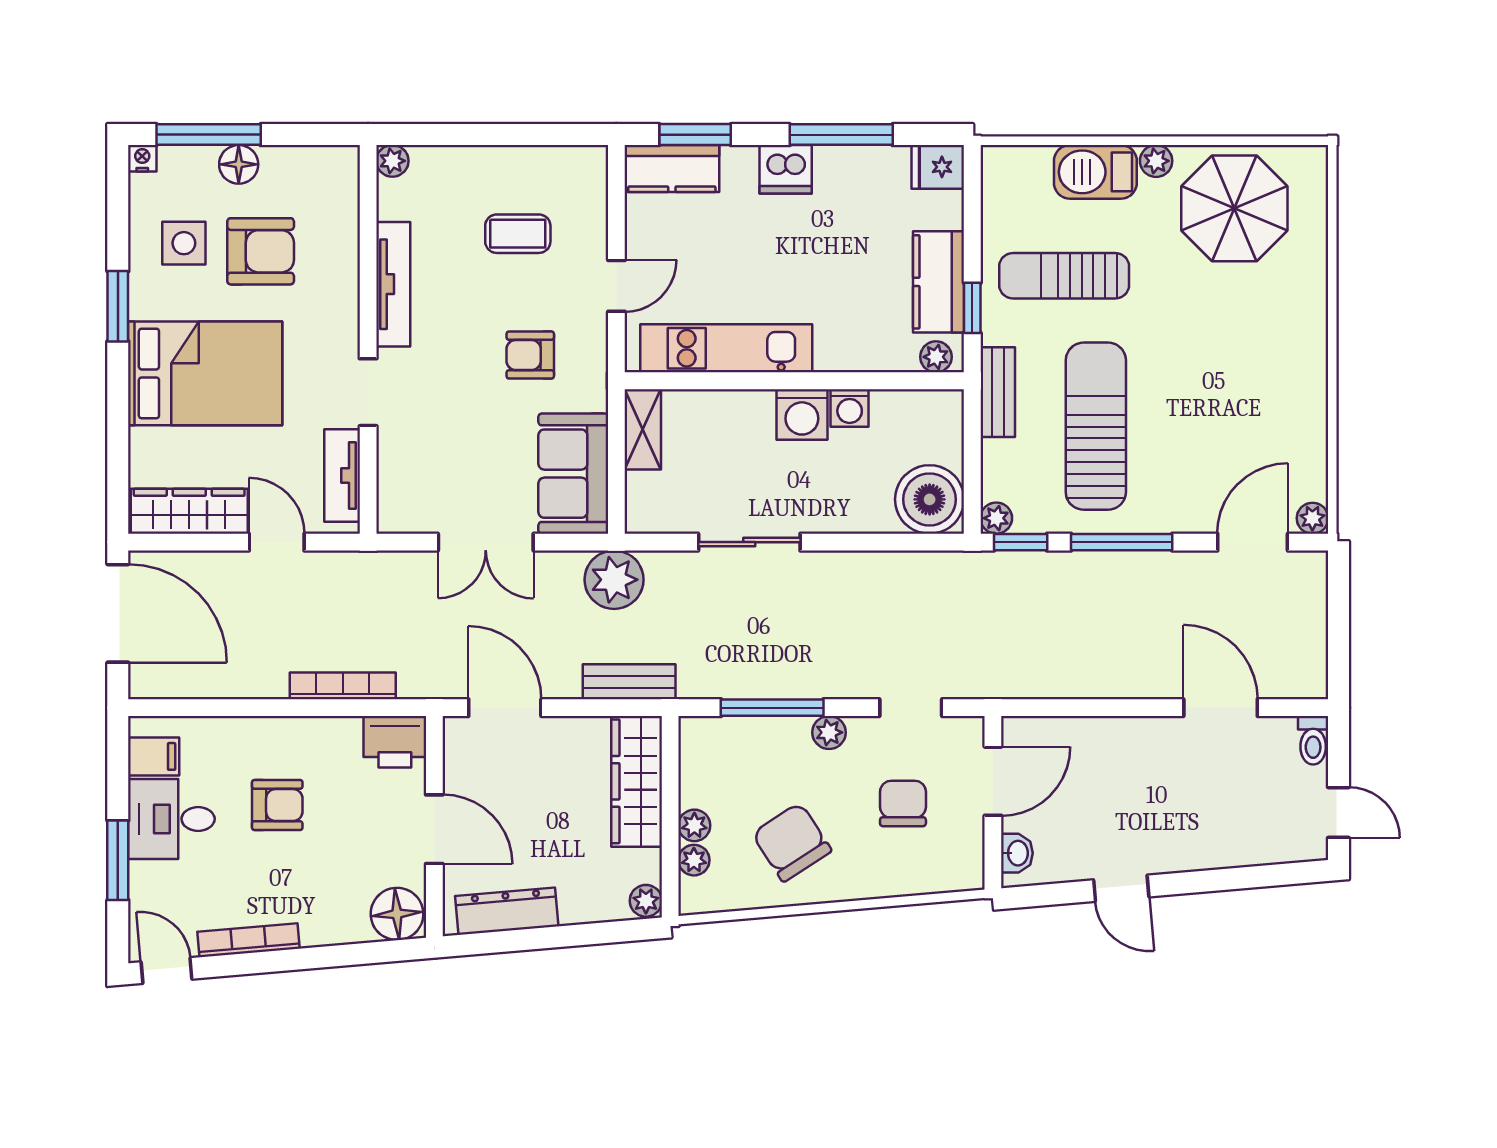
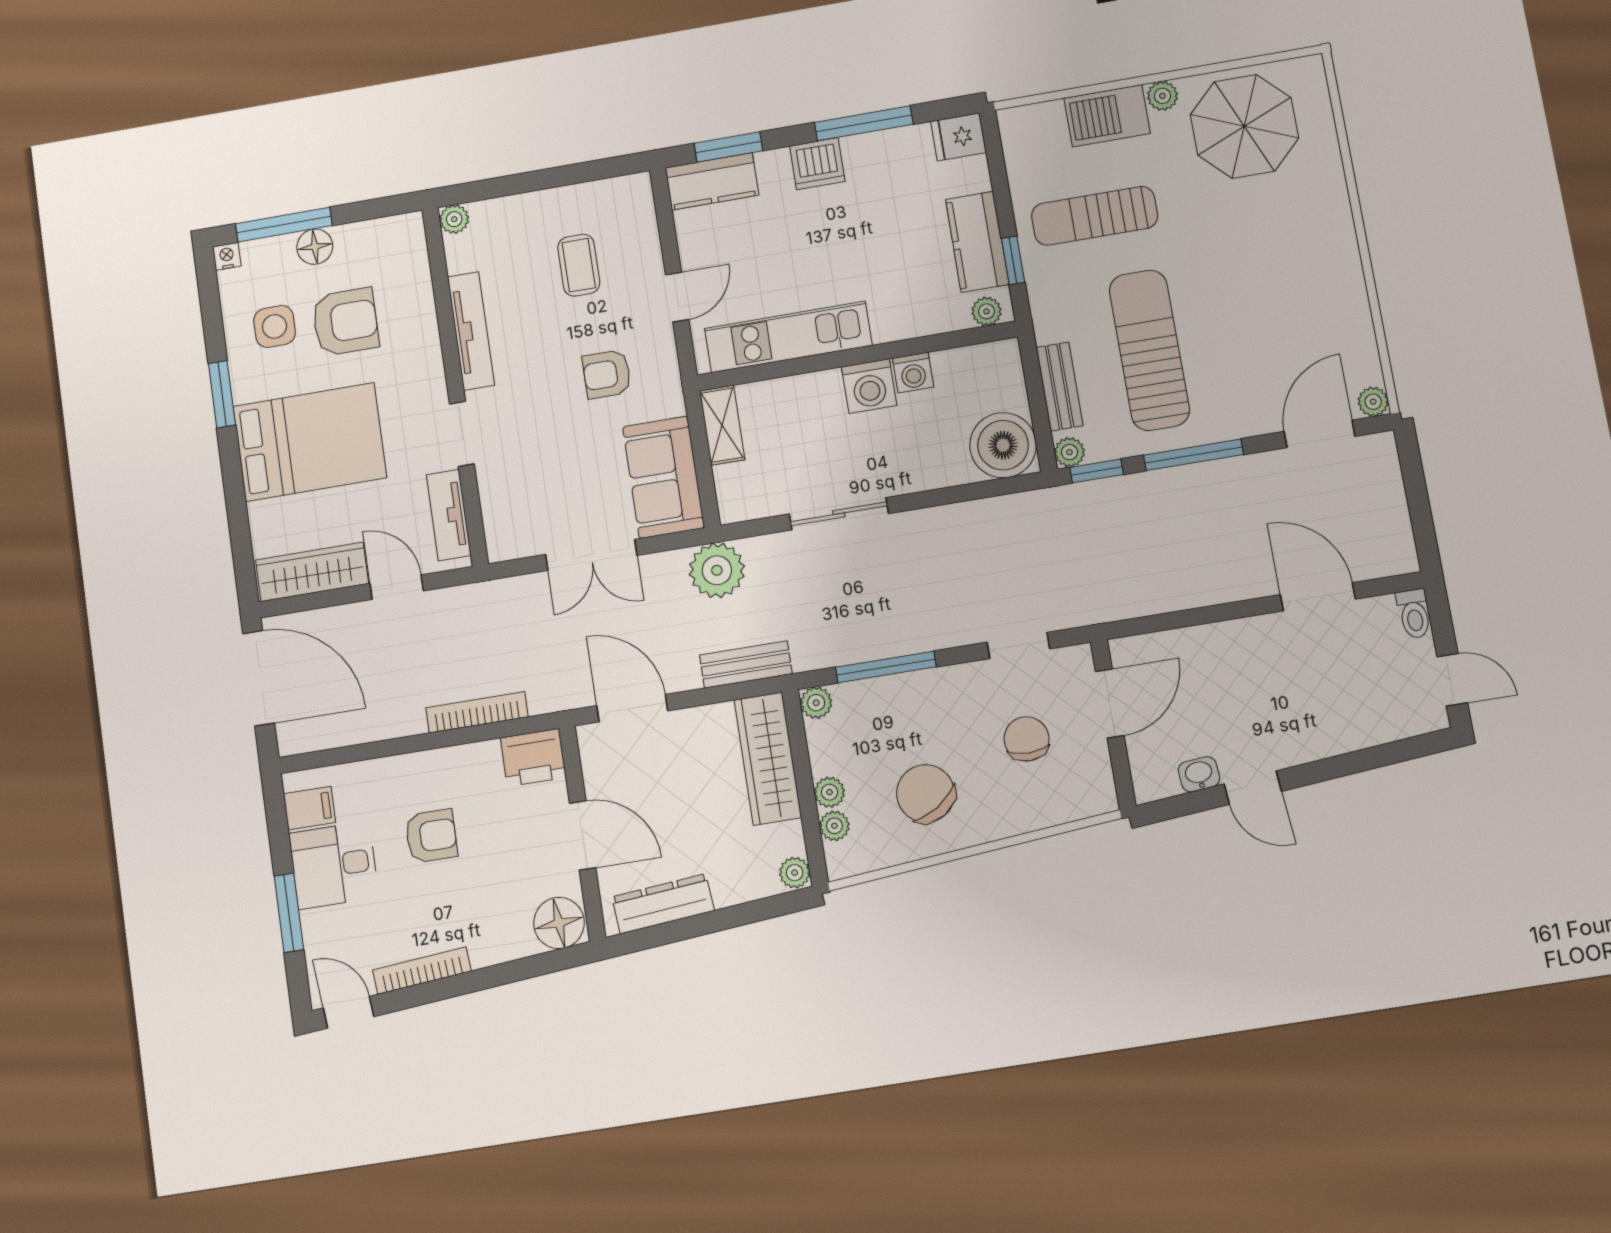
coffee table: (518, 234) -> (579, 265), turned 90
bench: (998, 392) -> (1060, 387), moved
plant: (829, 732) -> (816, 703), moved
washbasin: (1017, 853) -> (1199, 774), moved, turned -95

